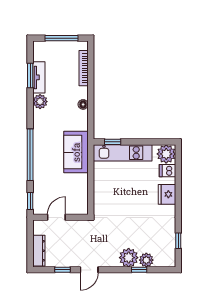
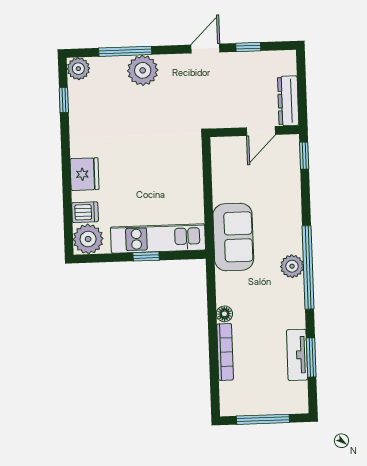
bookcase: (84, 68) -> (225, 352), moved
plant: (40, 102) -> (292, 266), moved
window: (113, 142) -> (146, 256), moved
window: (30, 155) -> (308, 267), moved
dresser: (39, 251) -> (288, 101), moved
plant: (146, 260) -> (78, 69), moved
window: (139, 270) -> (125, 51), width x2.17

